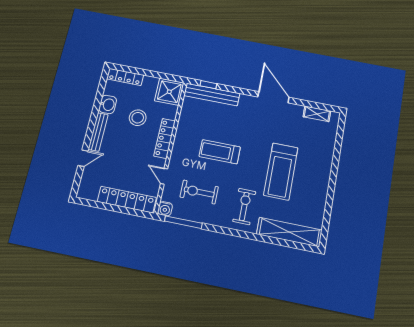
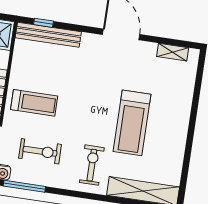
treadmill: (220, 152) -> (34, 103), moved, turned 180
exercise bike: (199, 192) -> (40, 151), turned 180

